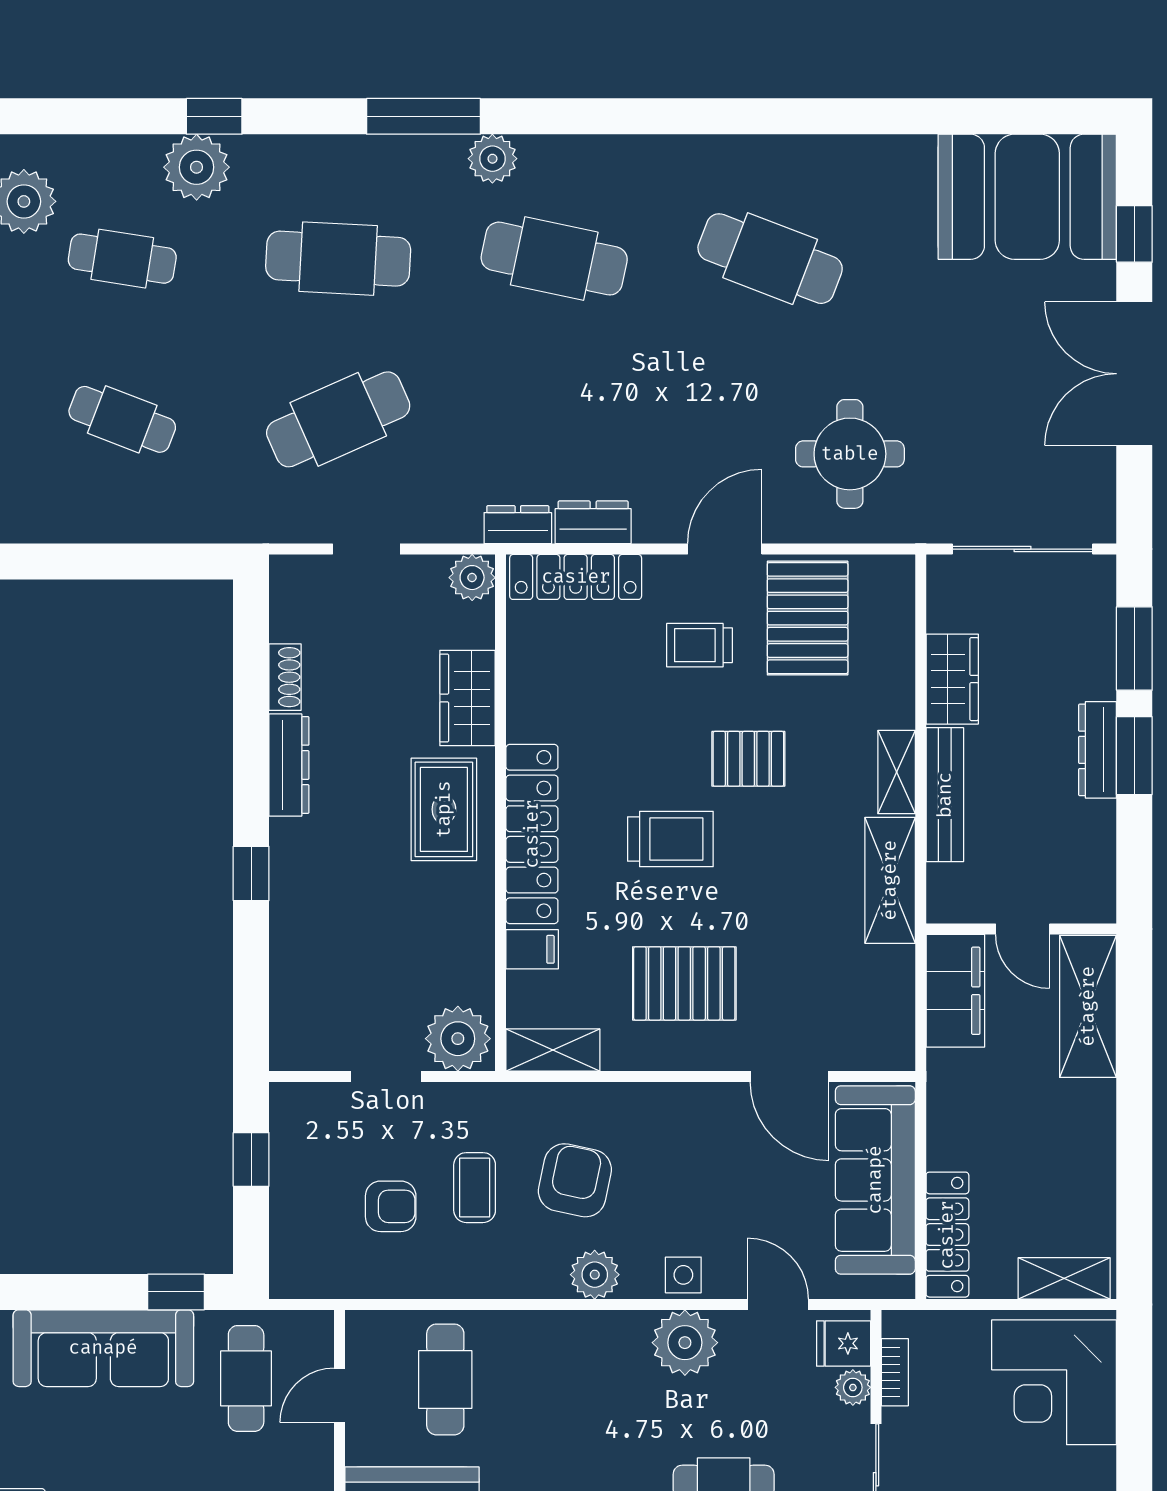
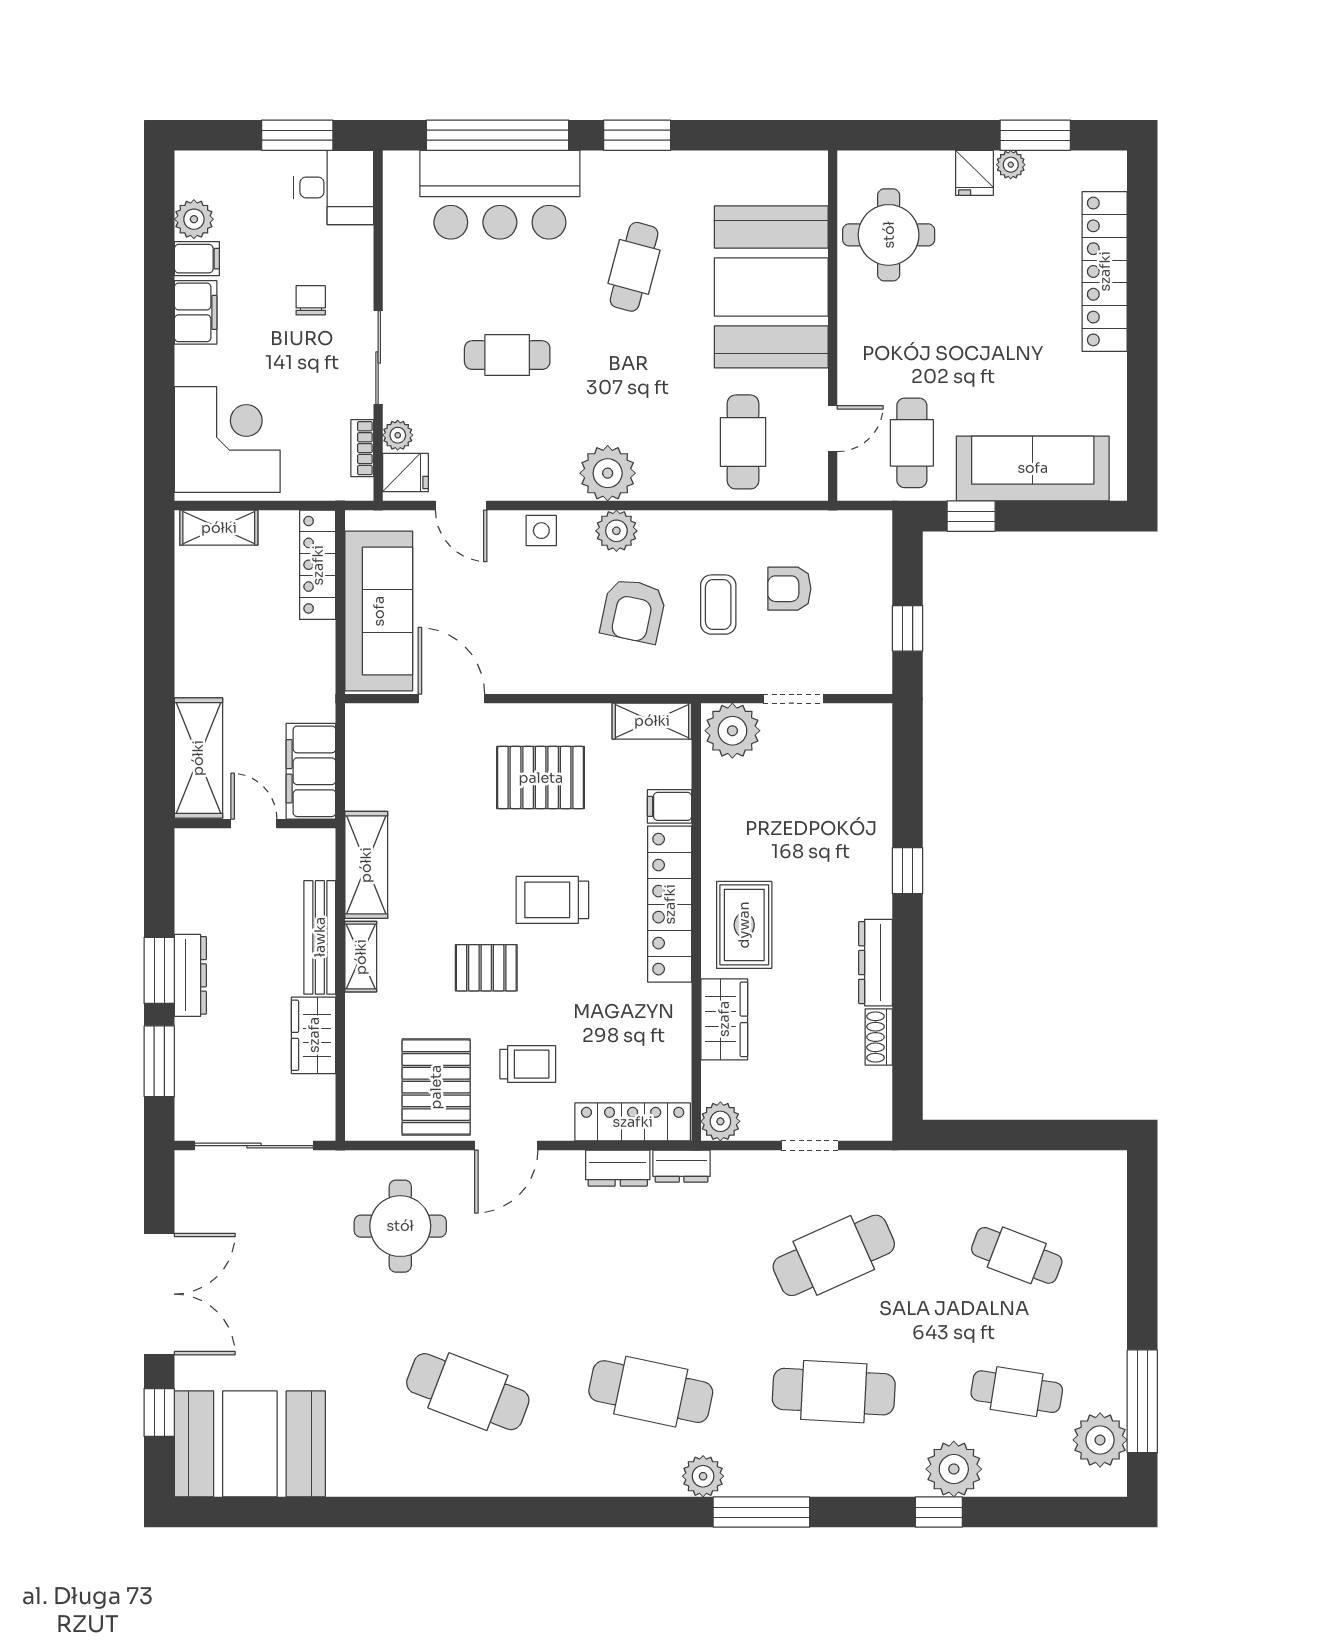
plant: (685, 1343) -> (608, 473), moved

